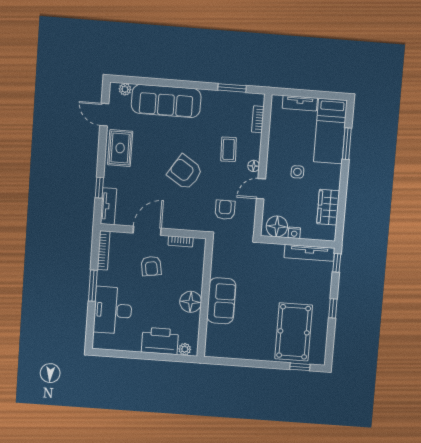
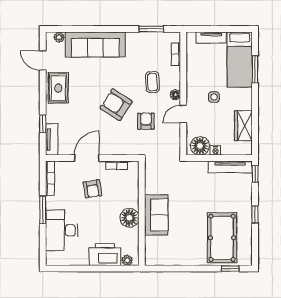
armchair: (225, 210) -> (146, 121), moved

